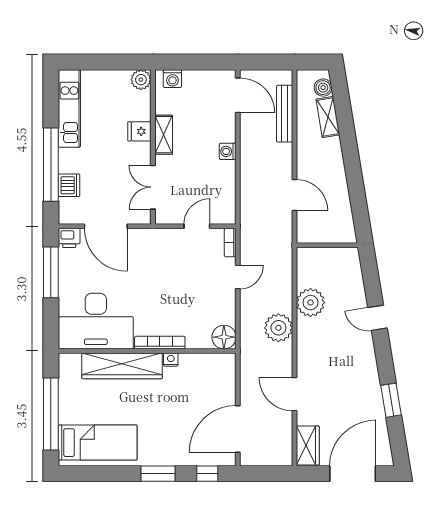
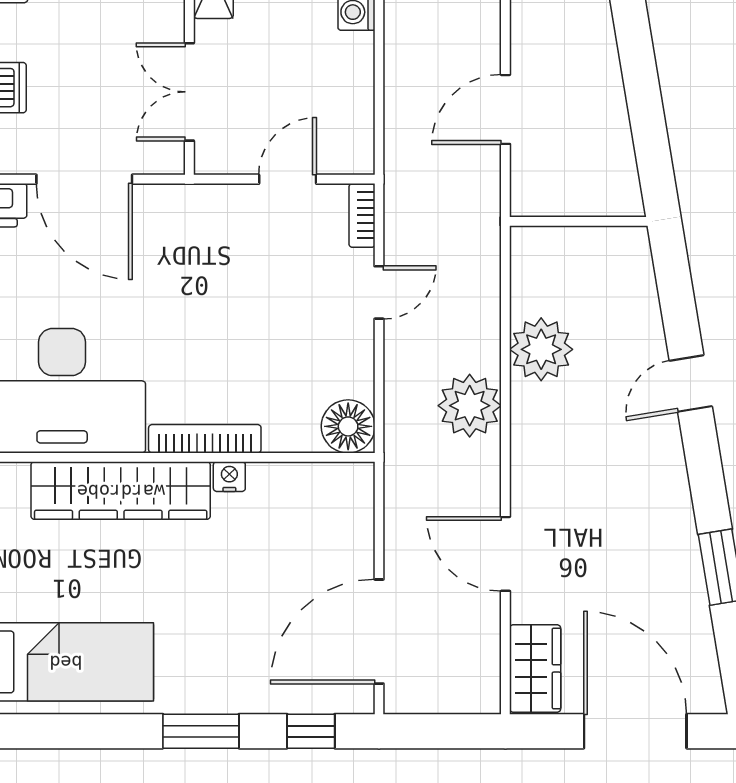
door: (295, 195) -> (505, 109), swing flipped
door: (378, 318) -> (691, 384), hinge flipped
door: (353, 474) -> (635, 731), hinge flipped

